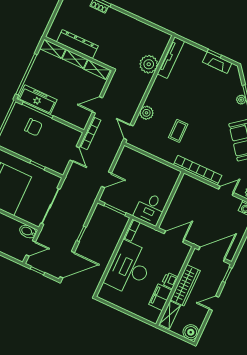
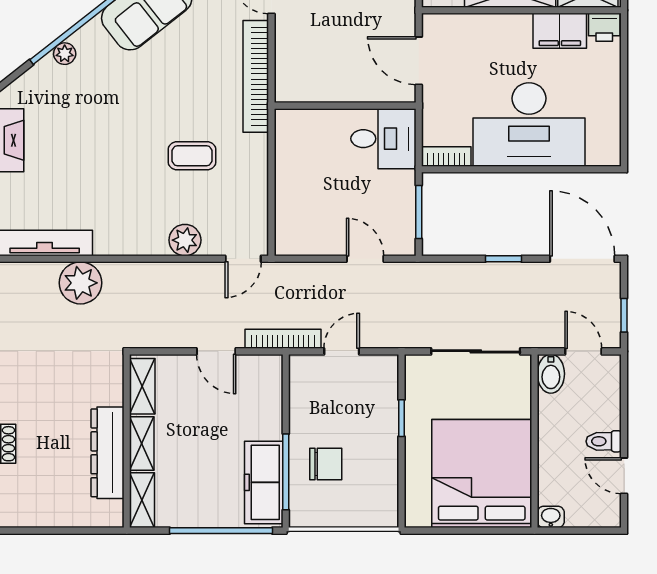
chair: (33, 127) -> (326, 464), turned 90
printer: (170, 281) -> (604, 27), moved

